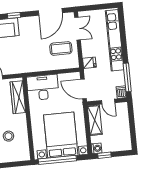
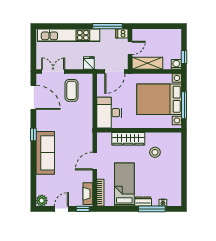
wardrobe: (18, 97) -> (128, 139), moved
window: (57, 160) -> (184, 105), width x0.68

